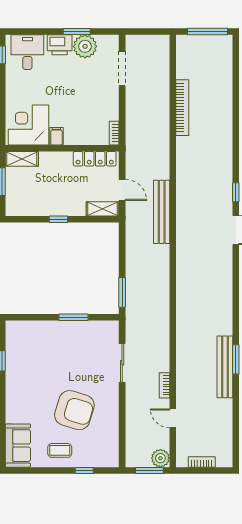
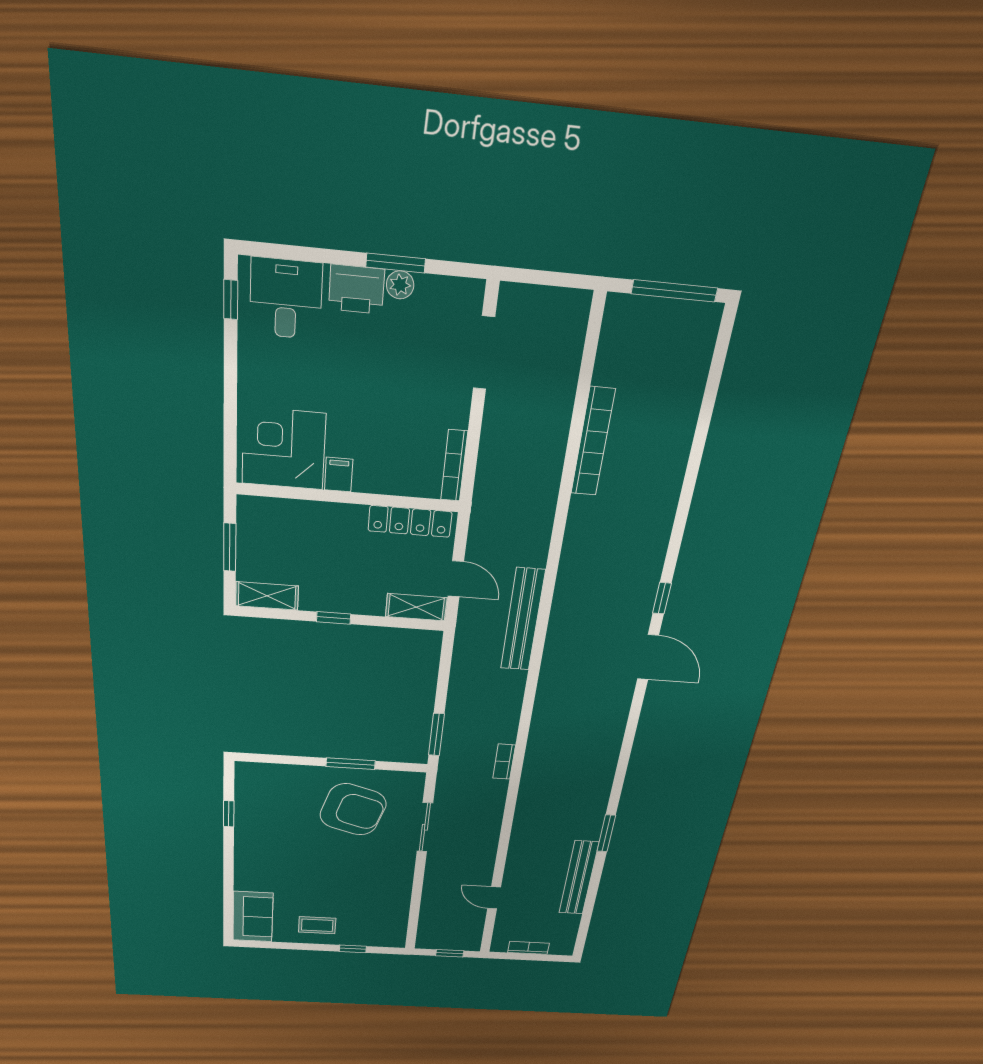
plant: (85, 46) -> (400, 285), width x0.53, depth x0.53
bookcase: (114, 133) -> (454, 466), width x1.56
shelving: (22, 159) -> (267, 596), moved
bench: (225, 367) -> (579, 878), moved
bookcase: (164, 385) -> (504, 762), moved
armchair: (74, 410) -> (353, 809), moved
plant: (160, 458) -> (468, 941), removed
window: (149, 470) -> (450, 953), width x0.67

